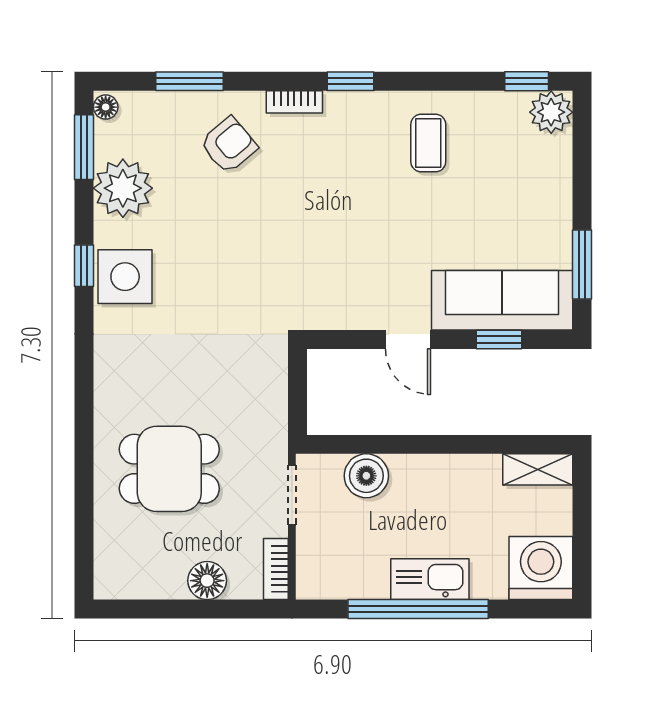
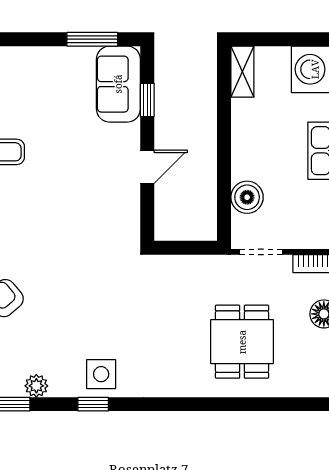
plant: (123, 188) -> (36, 386), width x0.53, depth x0.53
side table: (125, 277) -> (101, 374), width x0.73, depth x0.73
sofa: (502, 300) -> (118, 84), width x0.73

